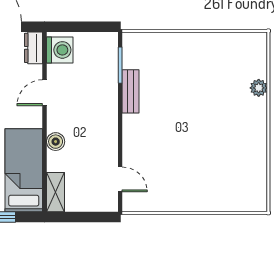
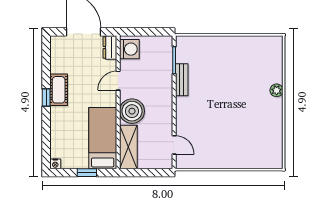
plant: (259, 88) -> (277, 90), moved
boiler: (56, 142) -> (132, 111), width x1.86, depth x1.86
shelving: (55, 192) -> (128, 147), width x1.50, depth x1.33

